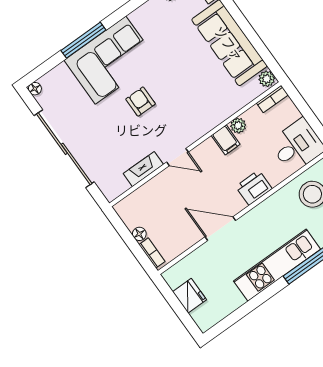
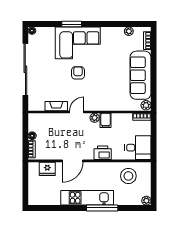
window: (83, 40) -> (72, 24), width x0.69
plant: (238, 126) -> (95, 118), moved
door: (177, 157) -> (77, 112), swing flipped
door: (220, 229) -> (73, 161), swing flipped
fridge: (190, 296) -> (47, 169), moved, turned 90

